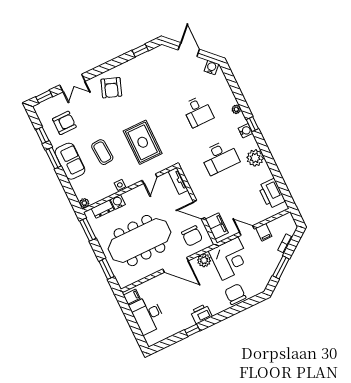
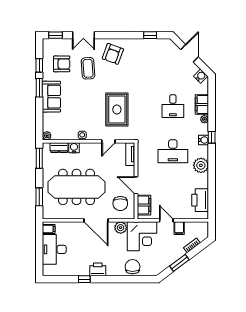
filing cabinet: (226, 96) -> (202, 104), added
coffee table: (102, 152) -> (88, 68), moved

